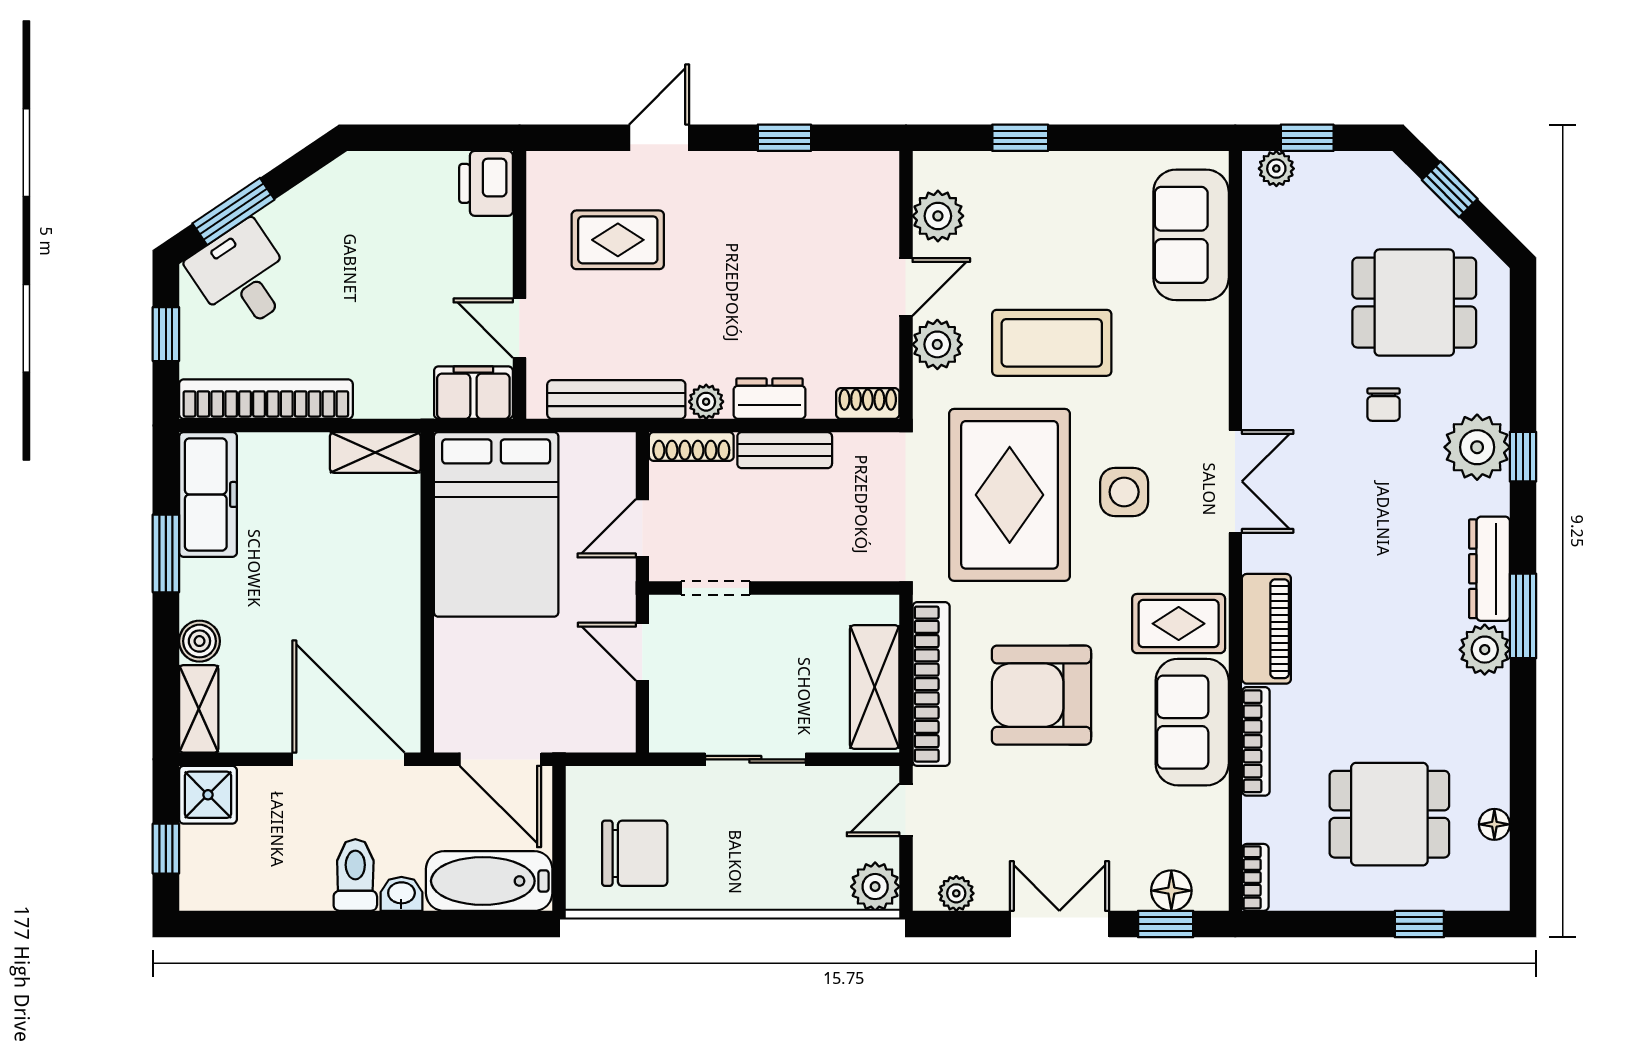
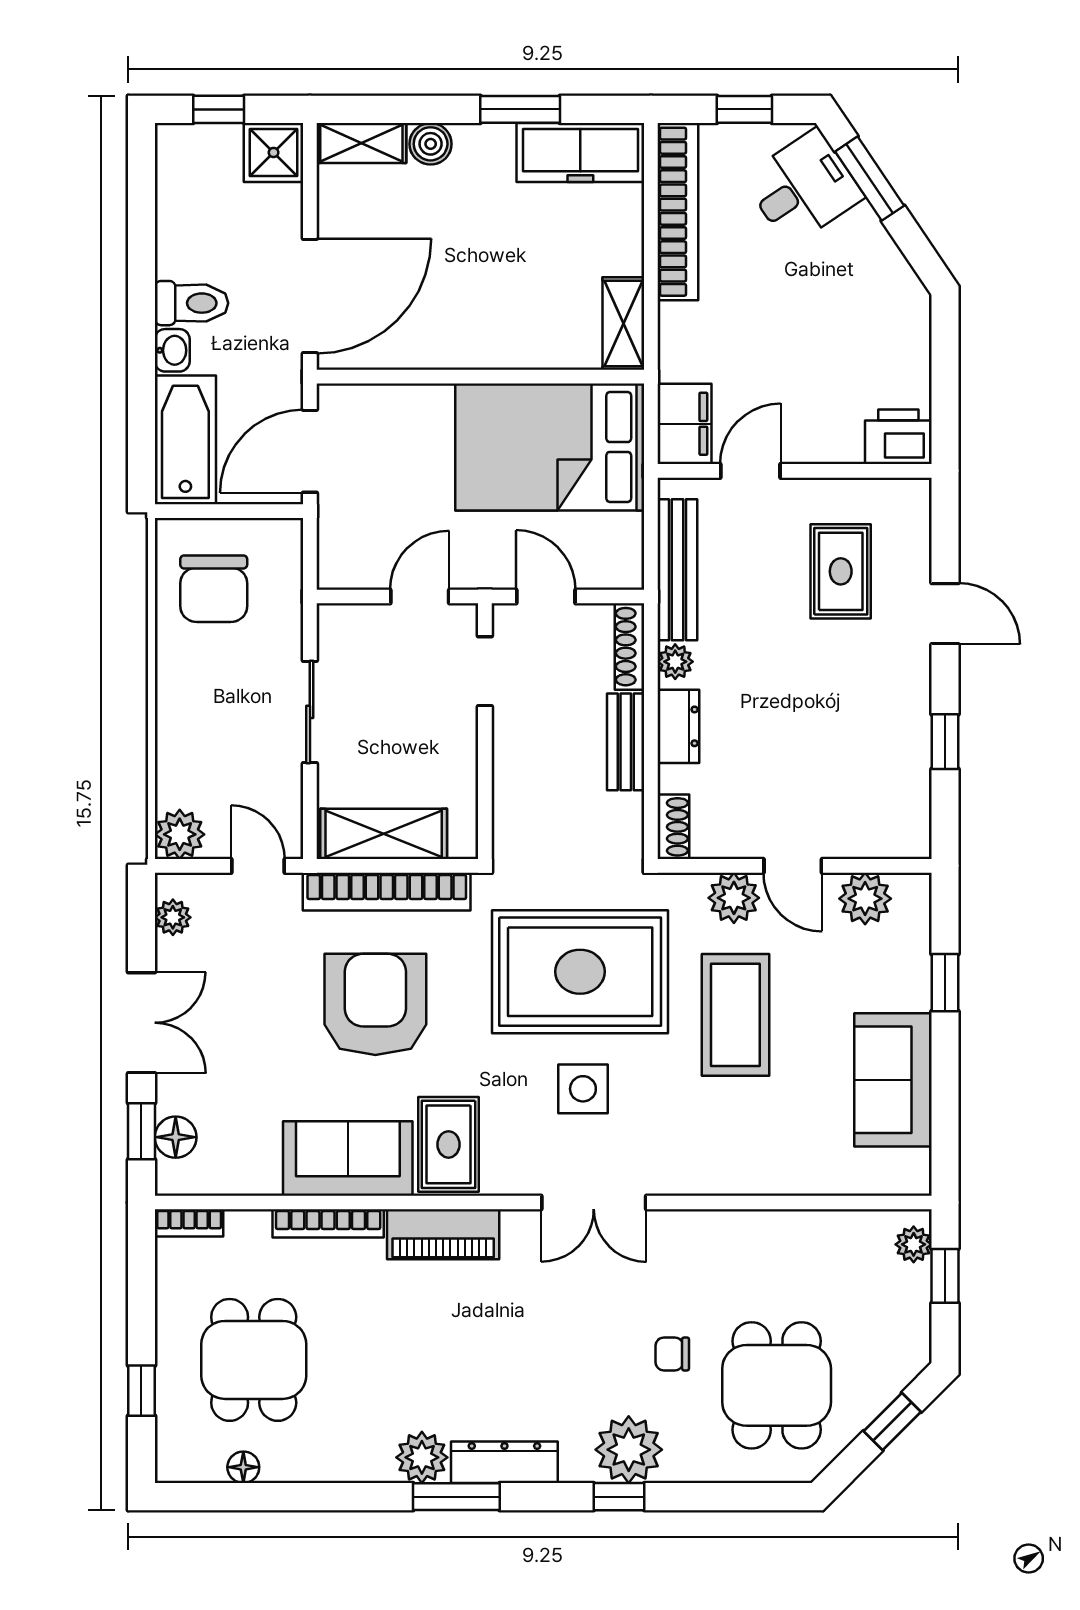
sofa: (1191, 235) -> (893, 1080), moved, turned -90

